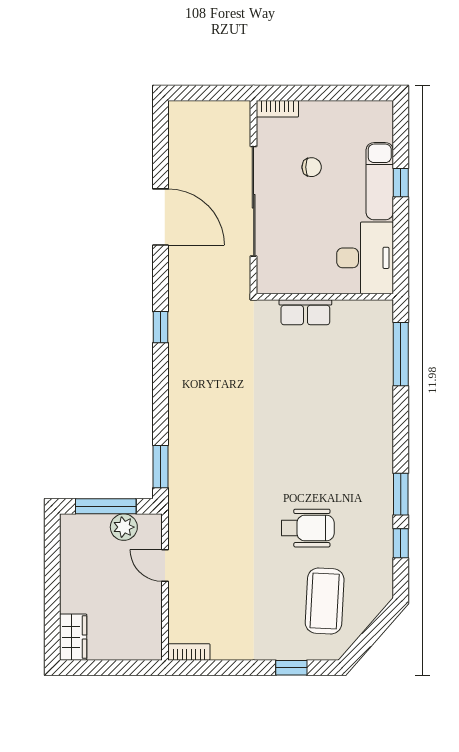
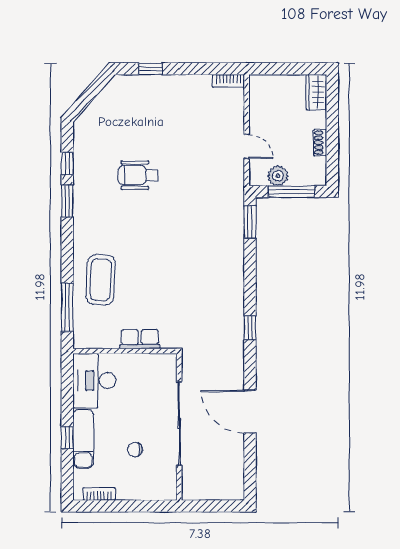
bookcase: (277, 109) -> (99, 494), moved
shoe rack: (68, 571) -> (320, 143), added
coffee table: (325, 601) -> (101, 280), moved

